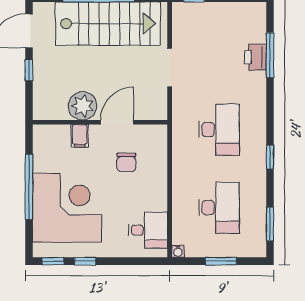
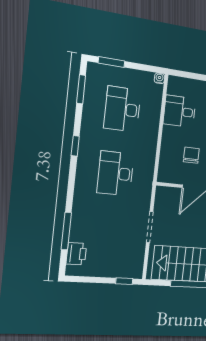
printer: (255, 57) -> (76, 254), moved
desk: (148, 230) -> (180, 111), moved
window: (221, 261) -> (111, 62), moved

